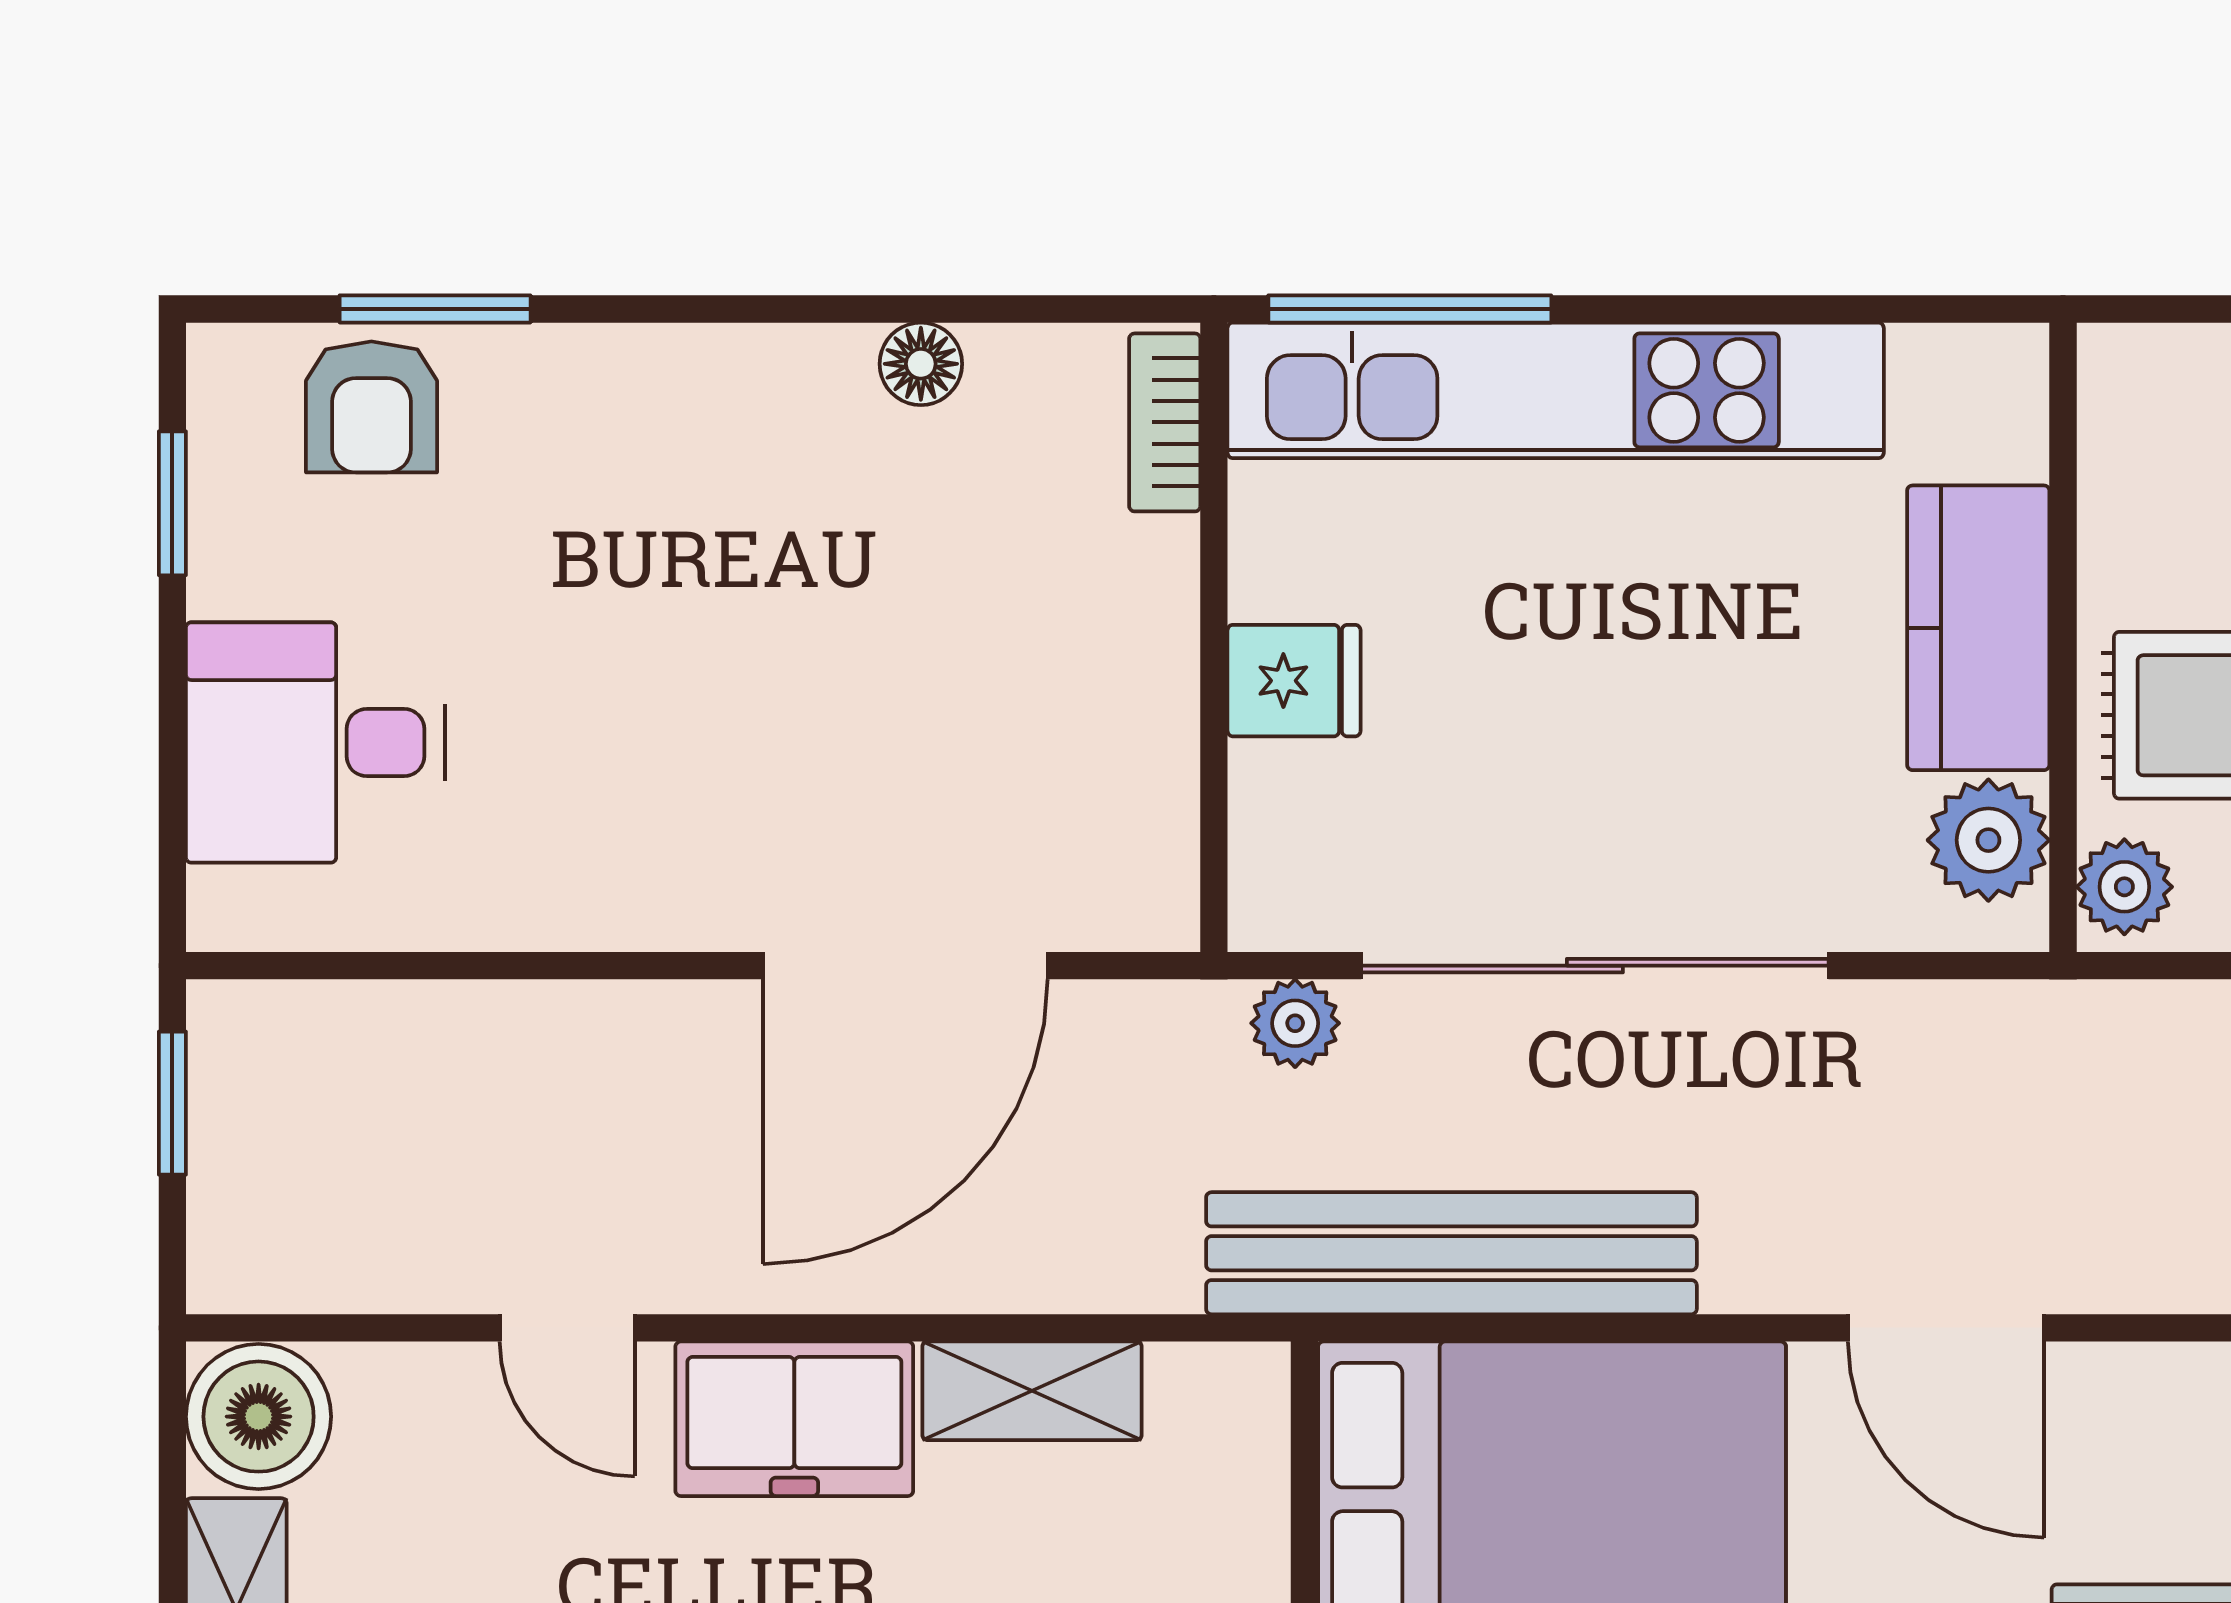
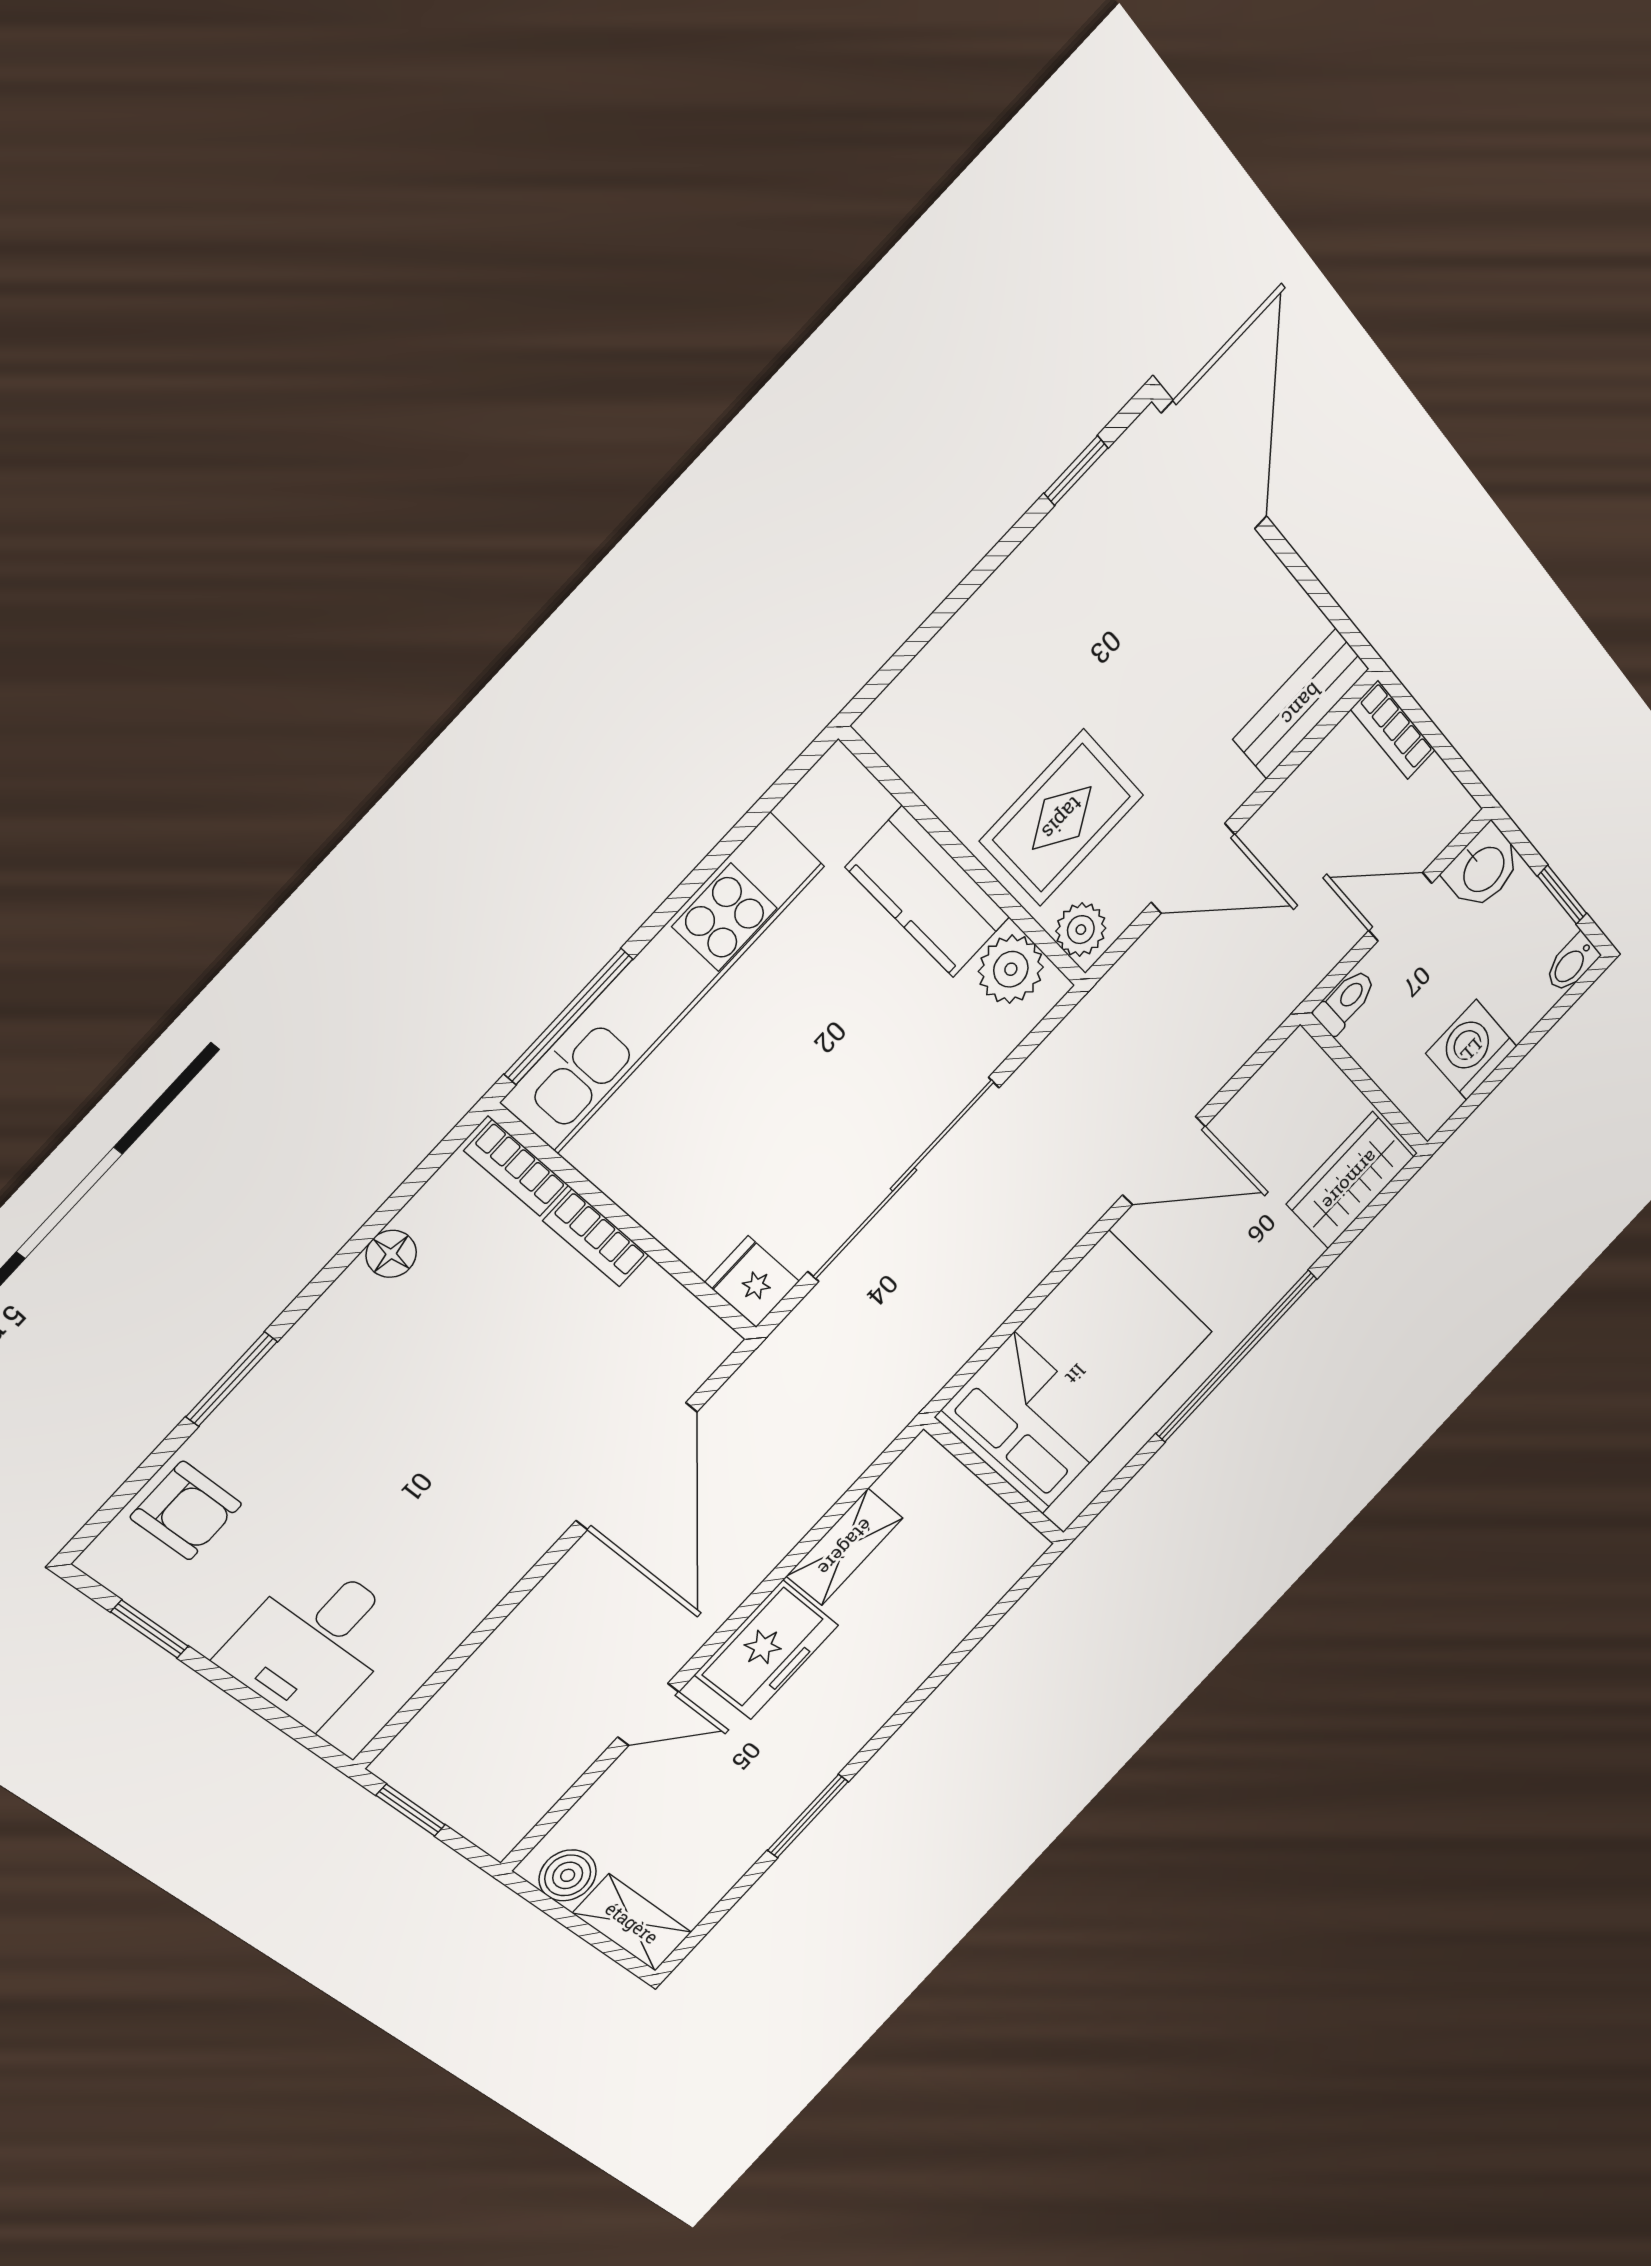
window: (435, 309) -> (232, 1379), moved
bookcase: (1163, 614) -> (596, 1238), added
fridge: (1294, 681) -> (752, 1282), moved, turned -90
plant: (1295, 1023) -> (809, 1323), removed
bench: (1451, 1253) -> (953, 1335), removed
boiler: (259, 1417) -> (568, 1875), width x0.73, depth x0.73

